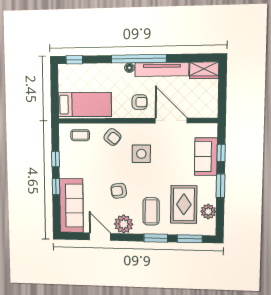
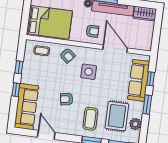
bed: (85, 105) -> (49, 22), width x1.50
sofa: (206, 157) -> (139, 80), width x1.36
plant: (124, 224) -> (67, 127), removed

